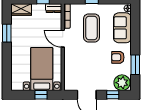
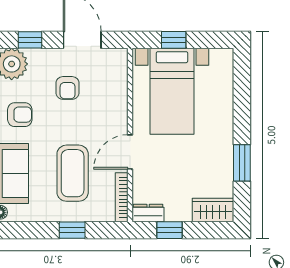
door: (63, 39) -> (130, 152), swing flipped
armchair: (94, 71) -> (68, 88), added

